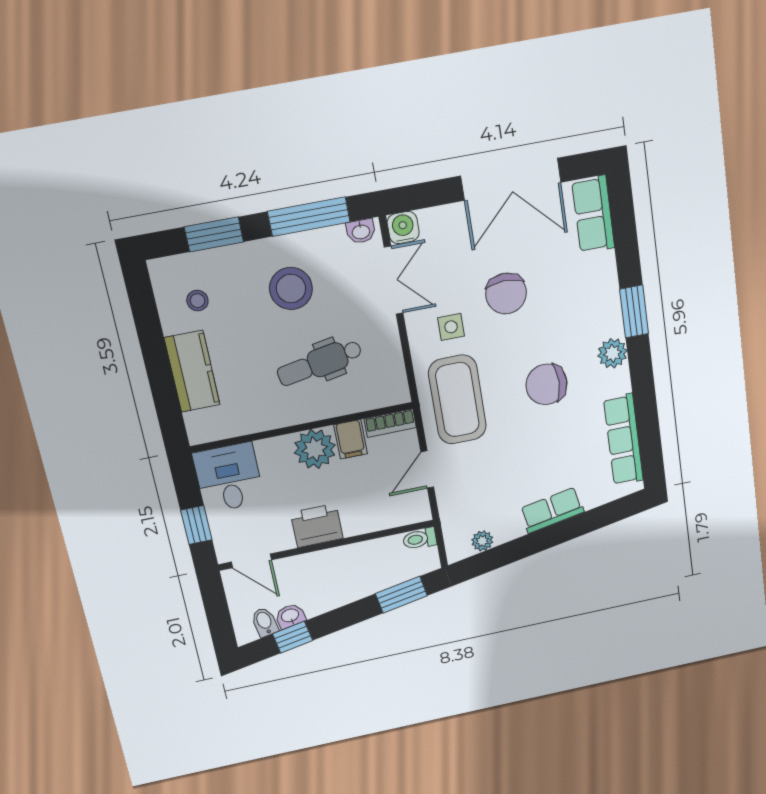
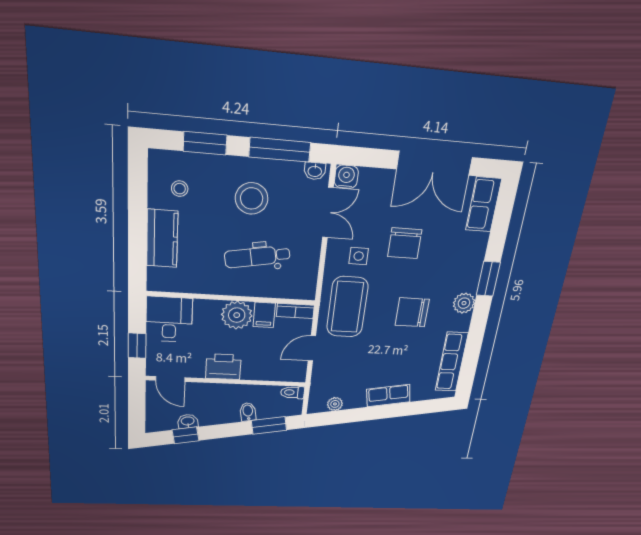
bidet: (265, 622) -> (248, 412), moved

